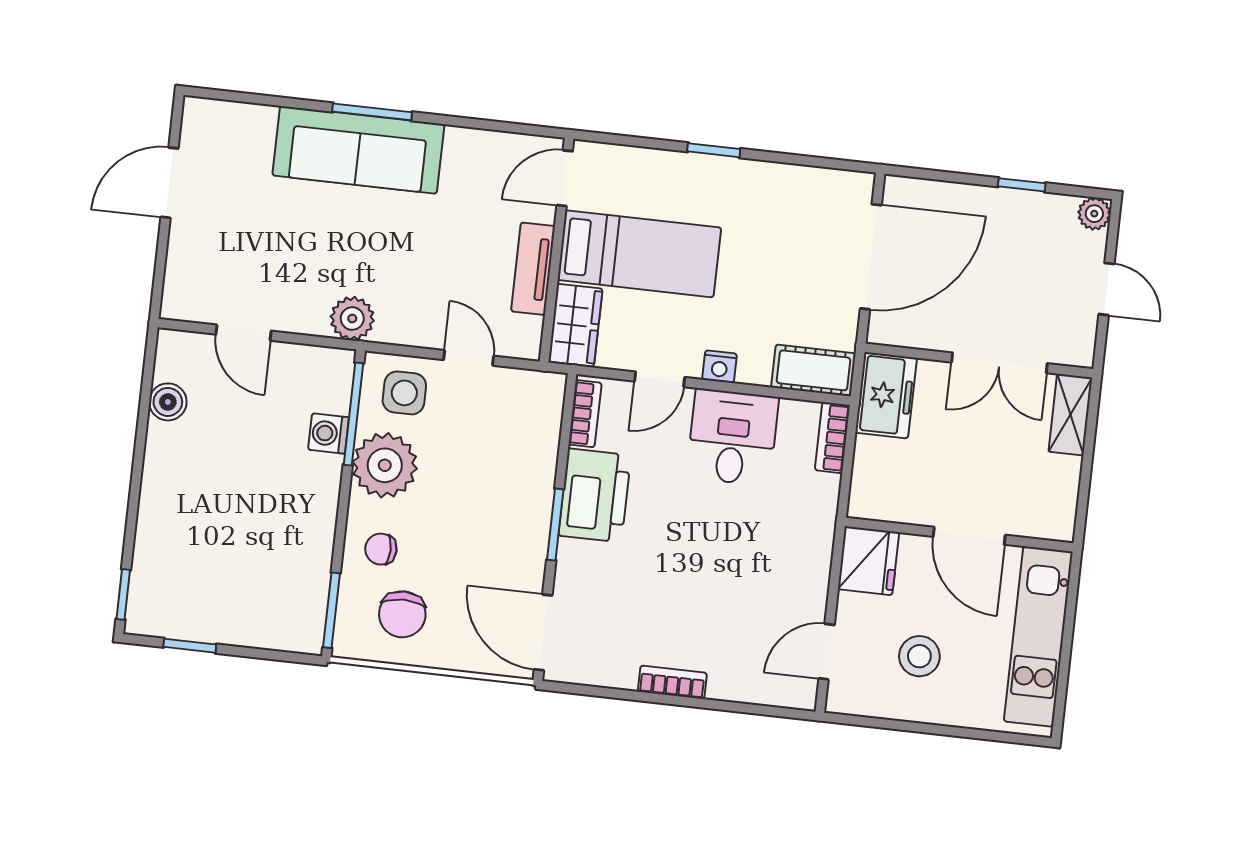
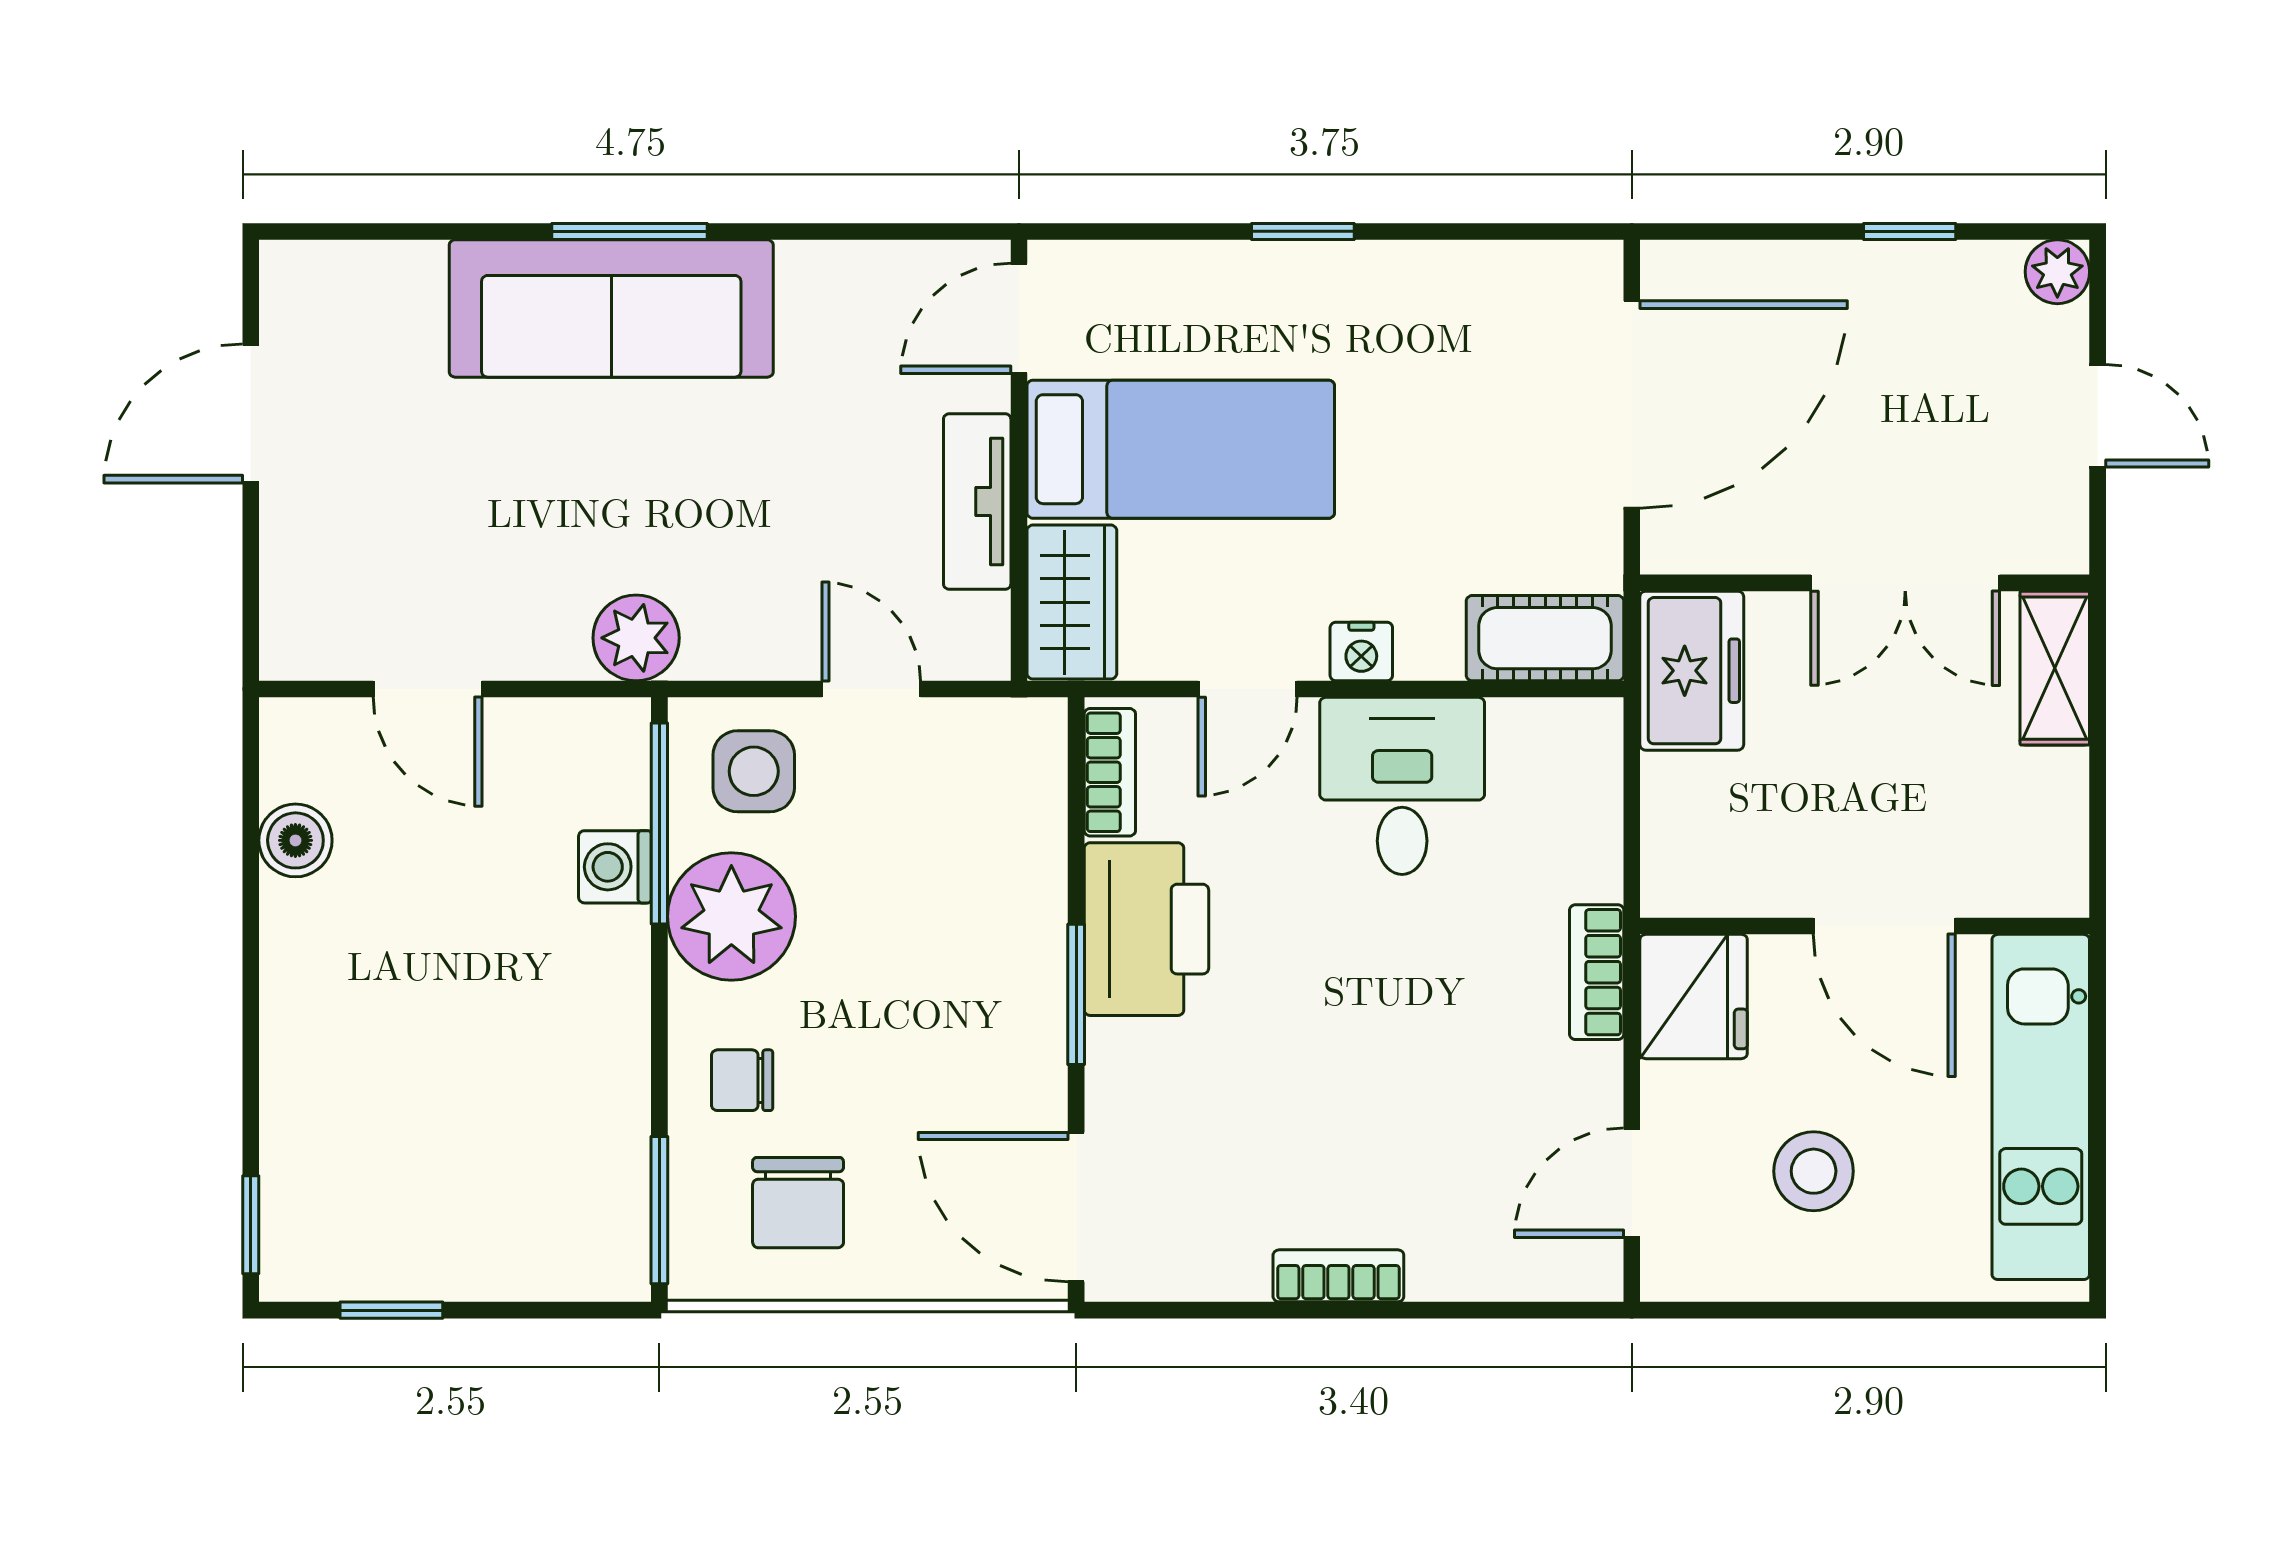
bookcase: (832, 438) -> (1597, 972), moved

